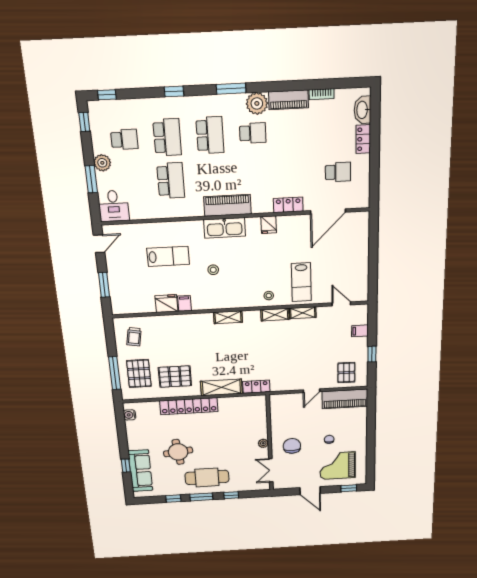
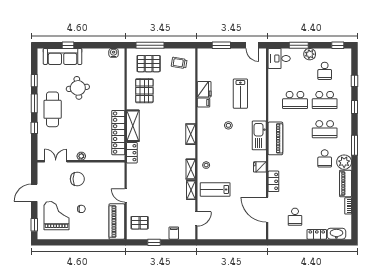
window: (107, 95) -> (354, 81), moved
locker: (189, 406) -> (118, 133), moved

